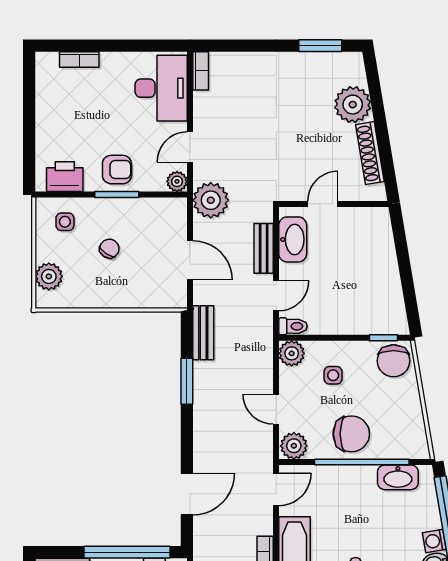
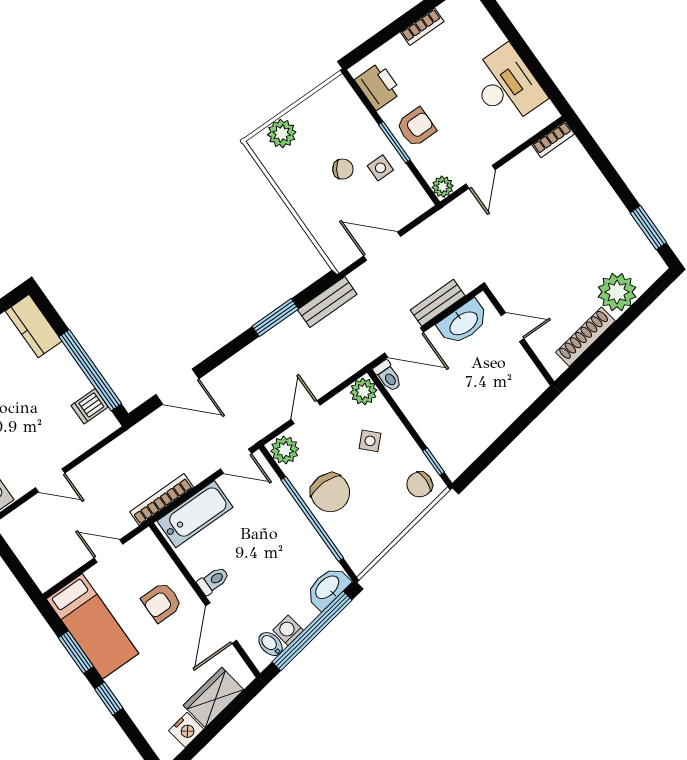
bookcase: (79, 59) -> (422, 27), moved, turned -90
desk: (161, 88) -> (506, 85), moved, turned -90
door: (190, 147) -> (481, 177), swing flipped
armchair: (117, 170) -> (416, 127), turned -90
plant: (211, 200) -> (447, 227), removed
side table: (65, 222) -> (380, 168), moved
door: (190, 260) -> (382, 246), swing flipped
door: (276, 296) -> (404, 343), width x1.38
chair: (394, 361) -> (420, 484), width x0.73, depth x0.73
side table: (333, 375) -> (370, 441), turned 45
washbasin: (398, 477) -> (328, 588), moved, turned 80

